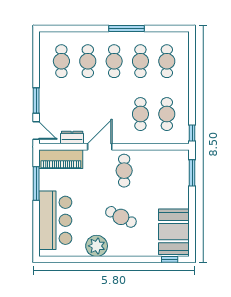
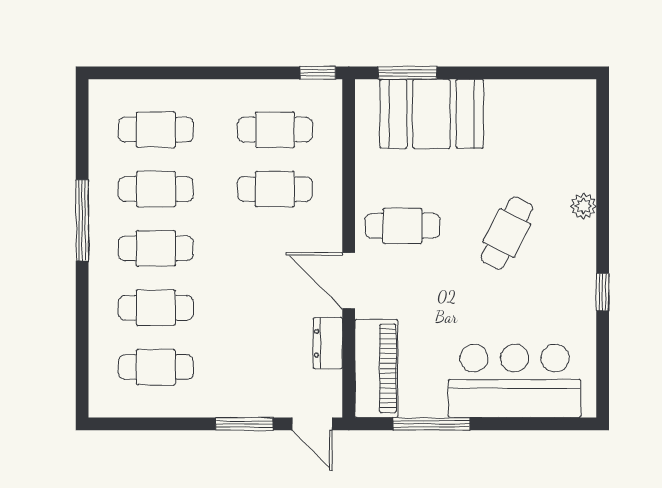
door: (36, 131) -> (312, 424), swing flipped
booth: (174, 232) -> (431, 114), moved
plant: (97, 246) -> (583, 206), moved, width x0.53, depth x0.53
window: (170, 259) -> (603, 292), moved

